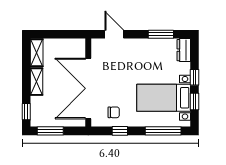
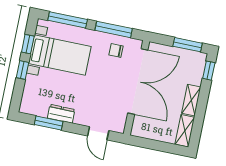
dresser: (184, 50) -> (61, 114), moved, turned -90
window: (120, 131) -> (114, 29), width x2.17

